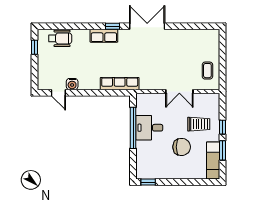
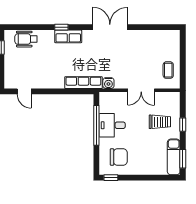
window: (113, 26) -> (61, 27), moved
wheelchair: (60, 38) -> (26, 39), turned 180
water cooler: (72, 84) -> (108, 83), moved
chair: (182, 147) -> (119, 157), moved
window: (223, 150) -> (183, 159), moved

